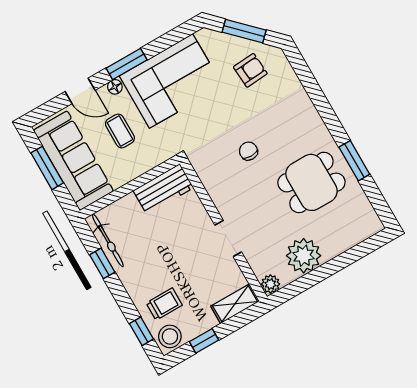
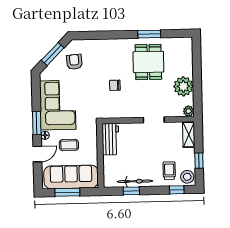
bicycle: (108, 240) -> (135, 181), moved

